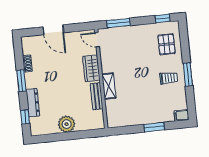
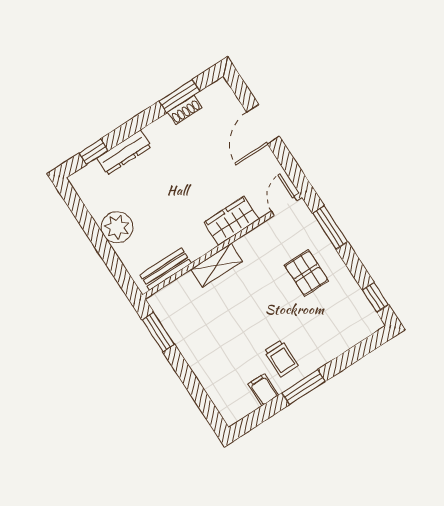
pallet: (166, 44) -> (307, 273), moved, turned 90
window: (21, 81) -> (179, 96), moved
bench: (97, 96) -> (165, 269), moved
filing cabinet: (181, 115) -> (263, 390), moved
window: (154, 127) -> (158, 332), moved

